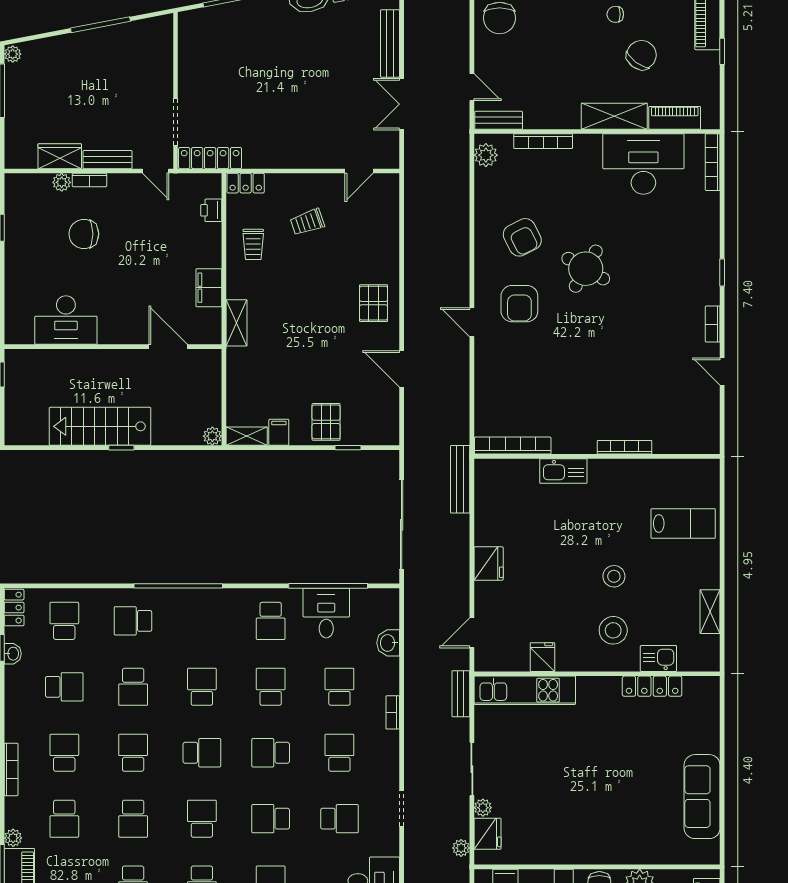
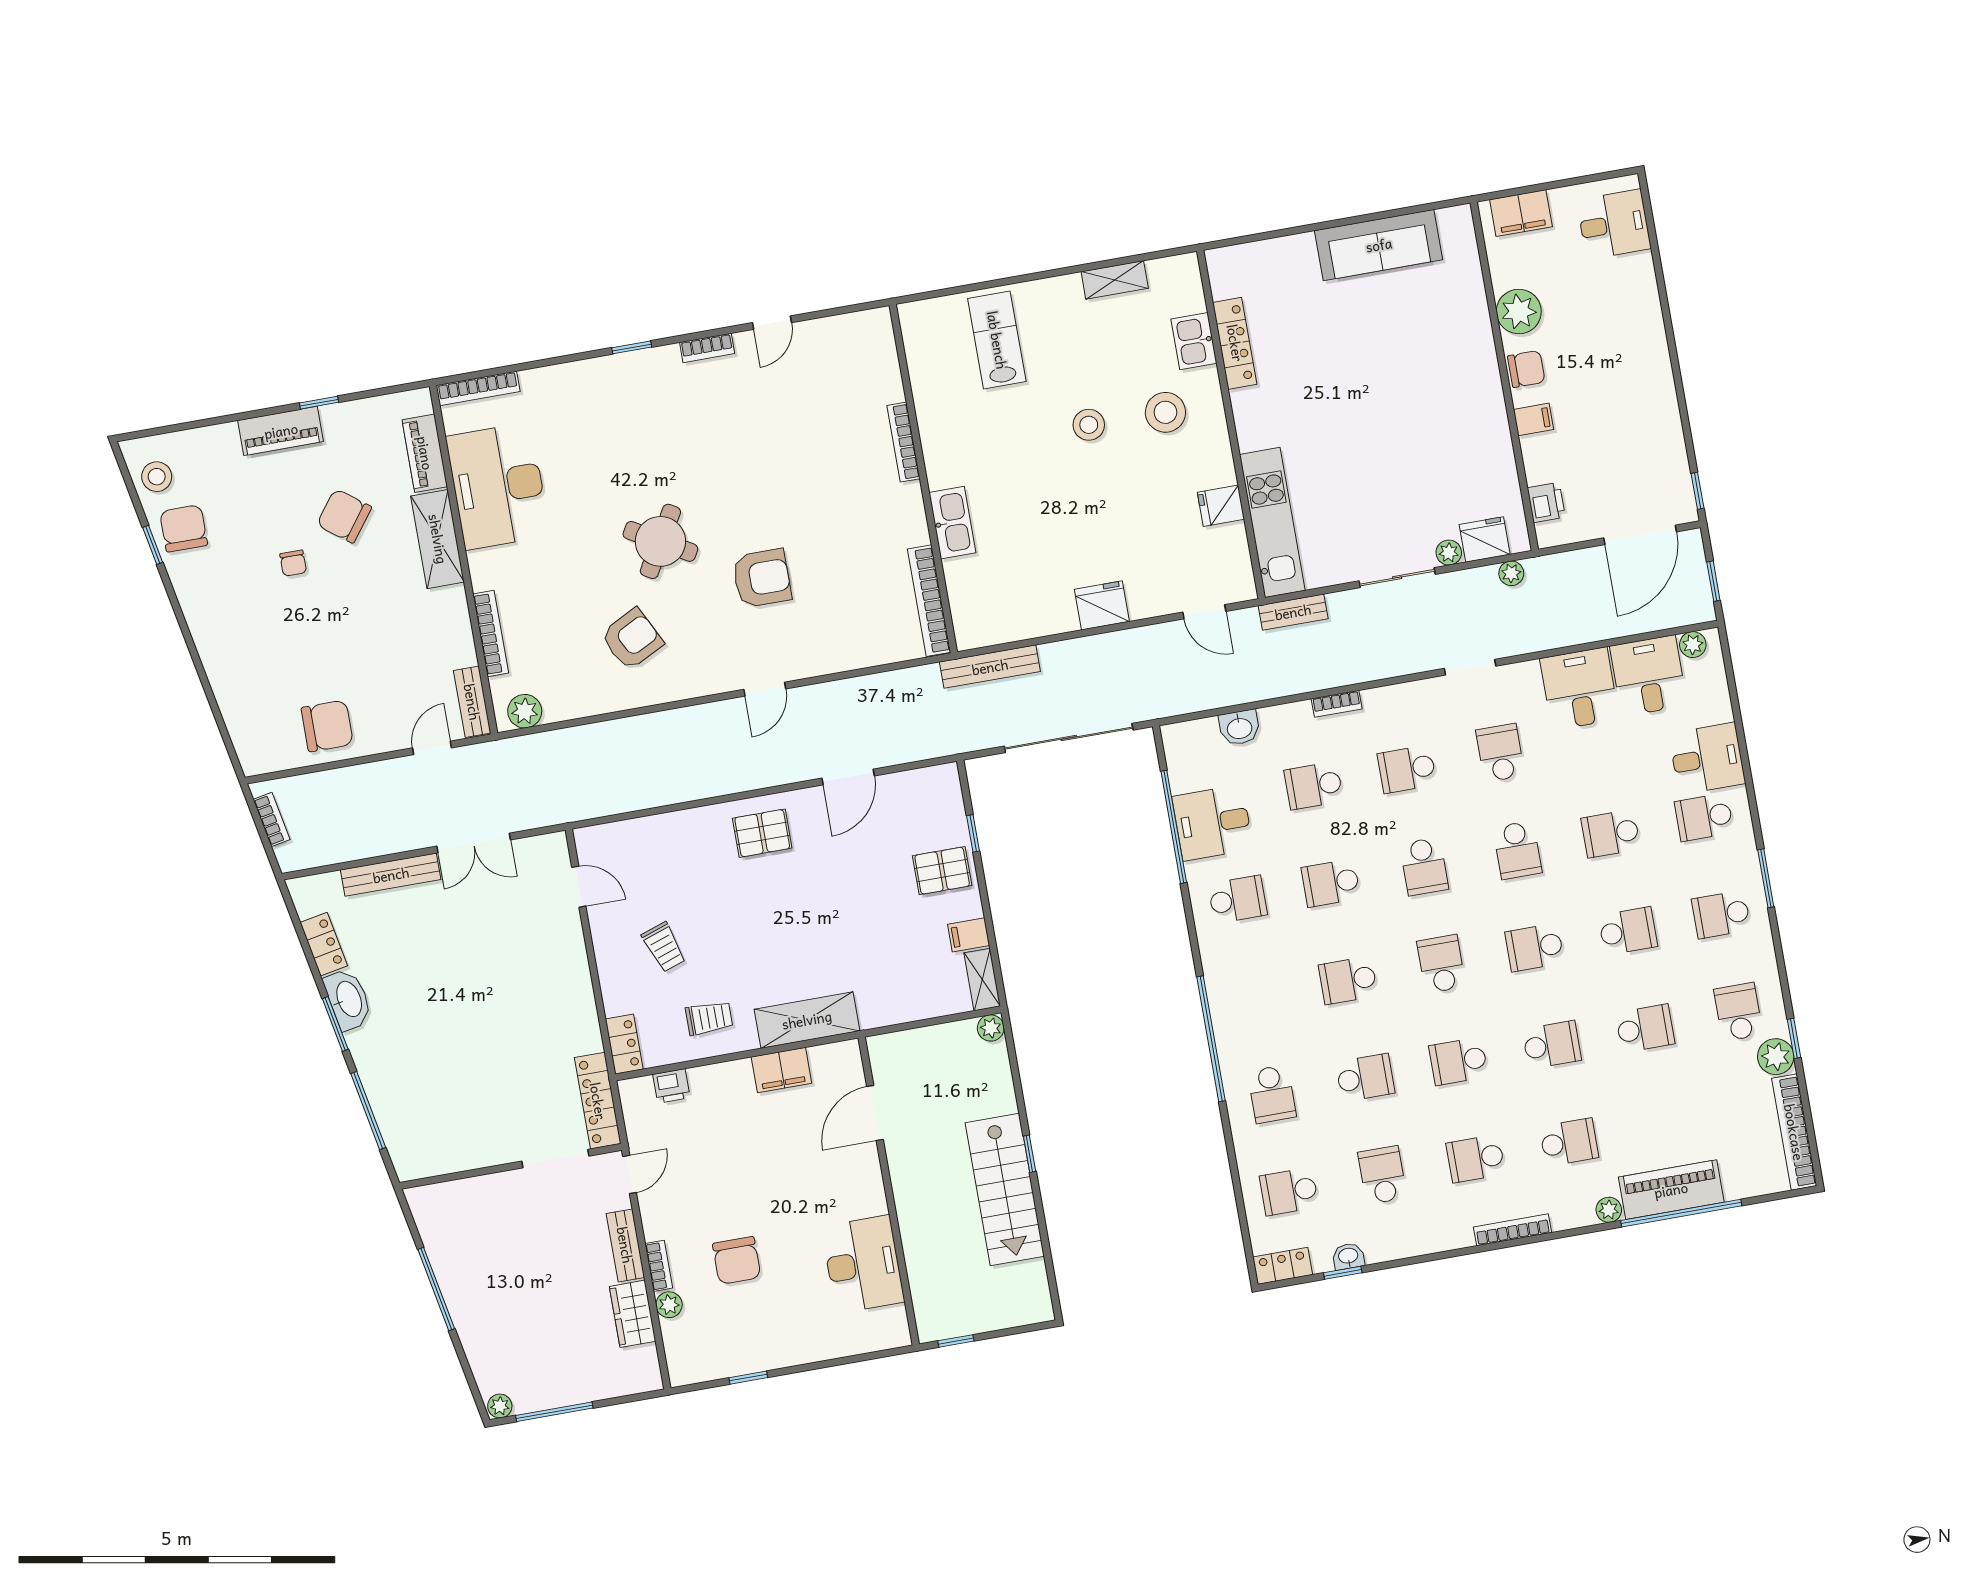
armchair: (519, 304) -> (762, 578), moved
shelving: (236, 323) -> (807, 1020), width x1.50, depth x1.33

